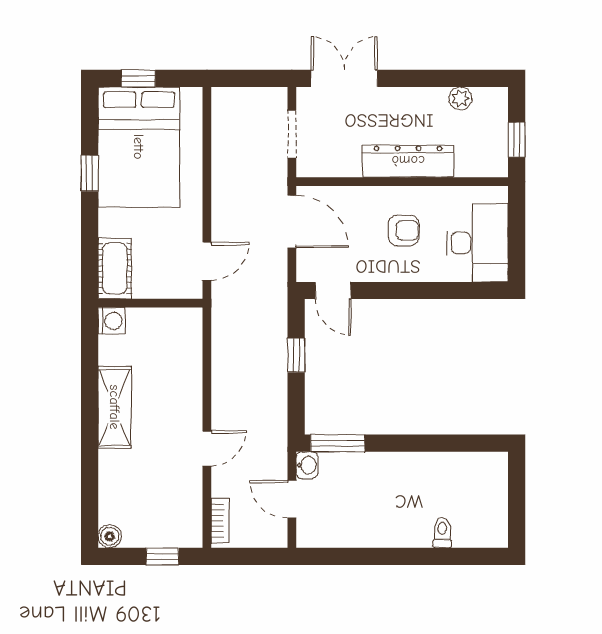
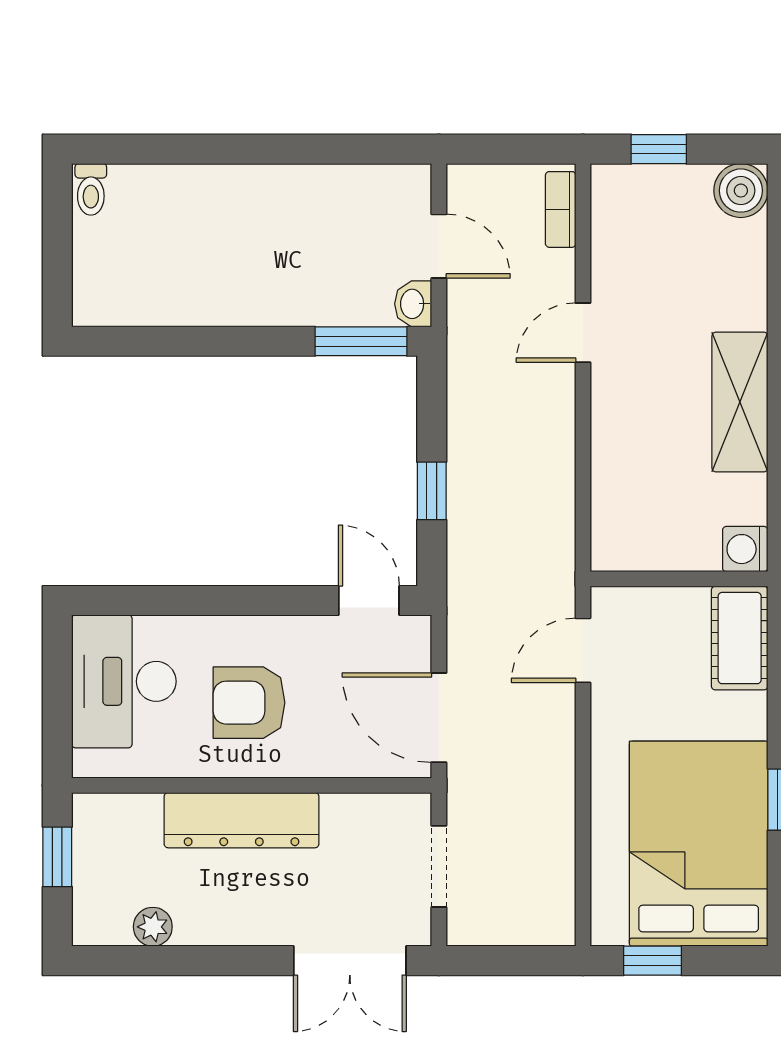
window: (138, 78) -> (652, 961), moved
armchair: (404, 230) -> (249, 703), width x1.38, depth x1.38
toilet: (442, 533) -> (91, 189), moved
boiler: (110, 536) -> (741, 191), width x1.36, depth x1.36

